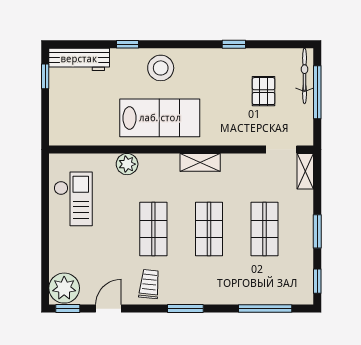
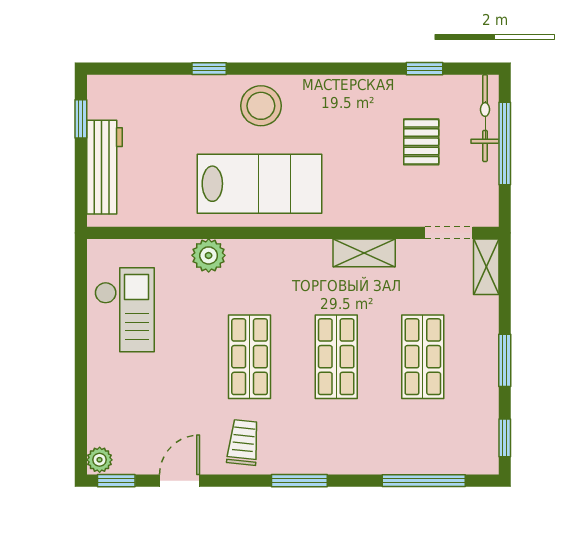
window: (234, 44) -> (424, 69), moved
workbench: (79, 59) -> (105, 167), moved, turned -90
shelving: (200, 162) -> (364, 253), moved
plant: (64, 288) -> (100, 460), width x0.53, depth x0.53

